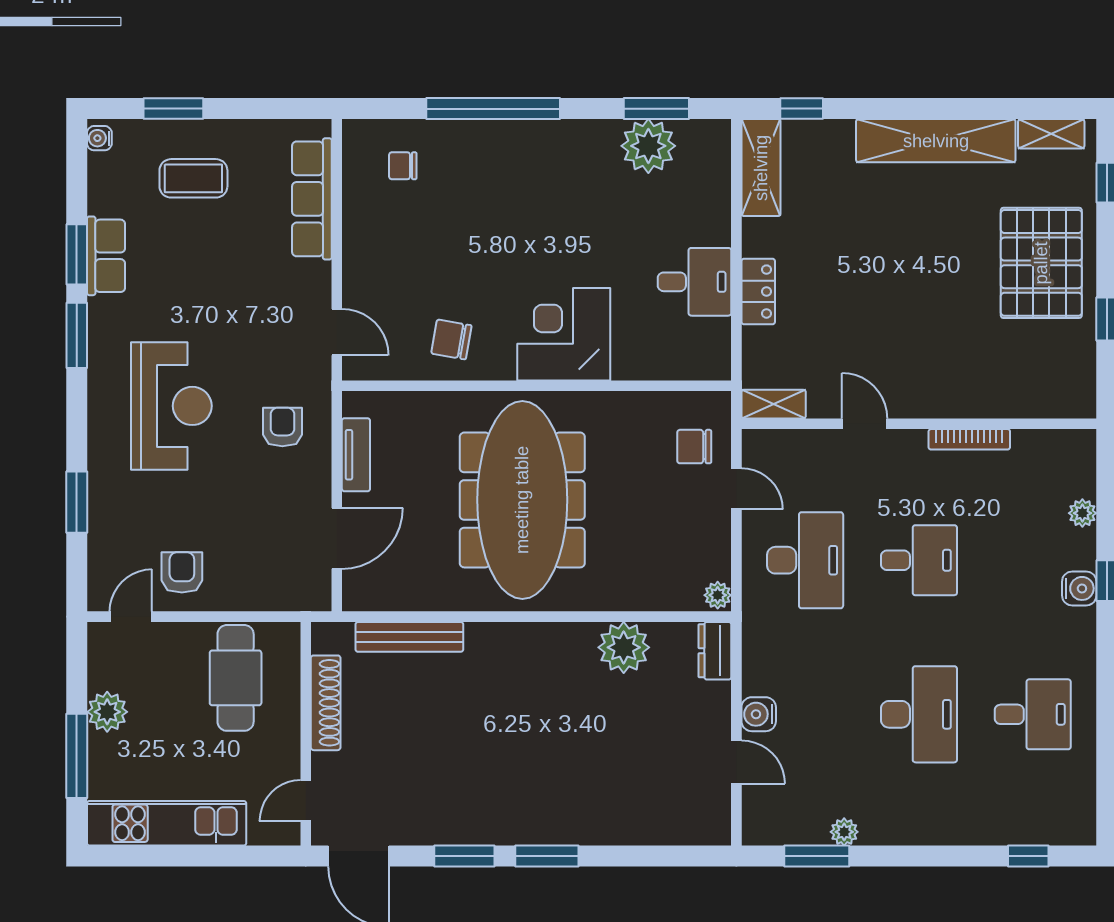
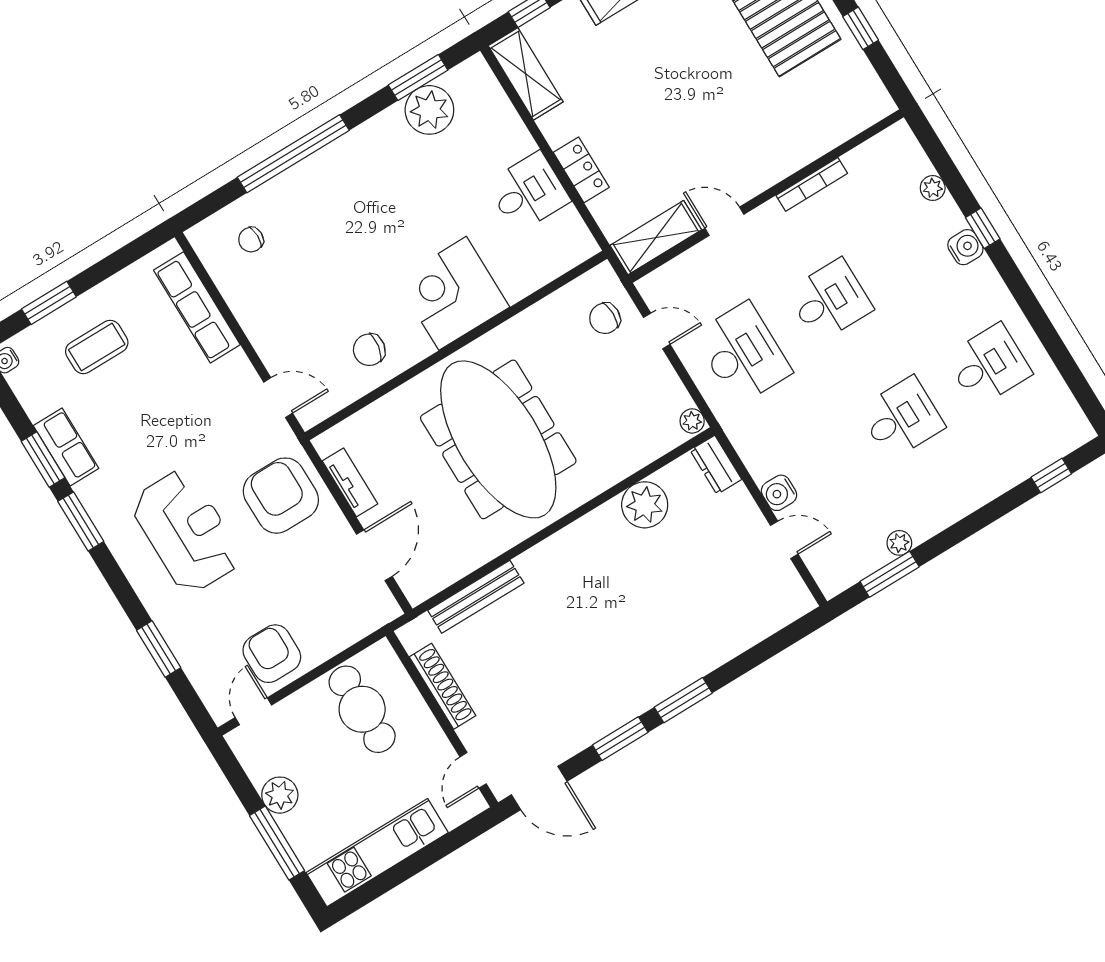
shelving: (774, 404) -> (656, 238), width x1.50, depth x1.33
armchair: (282, 427) -> (281, 496), width x1.88, depth x1.88
armchair: (182, 572) -> (272, 654), width x1.38, depth x1.38
desk: (919, 714) -> (902, 418), width x0.73

